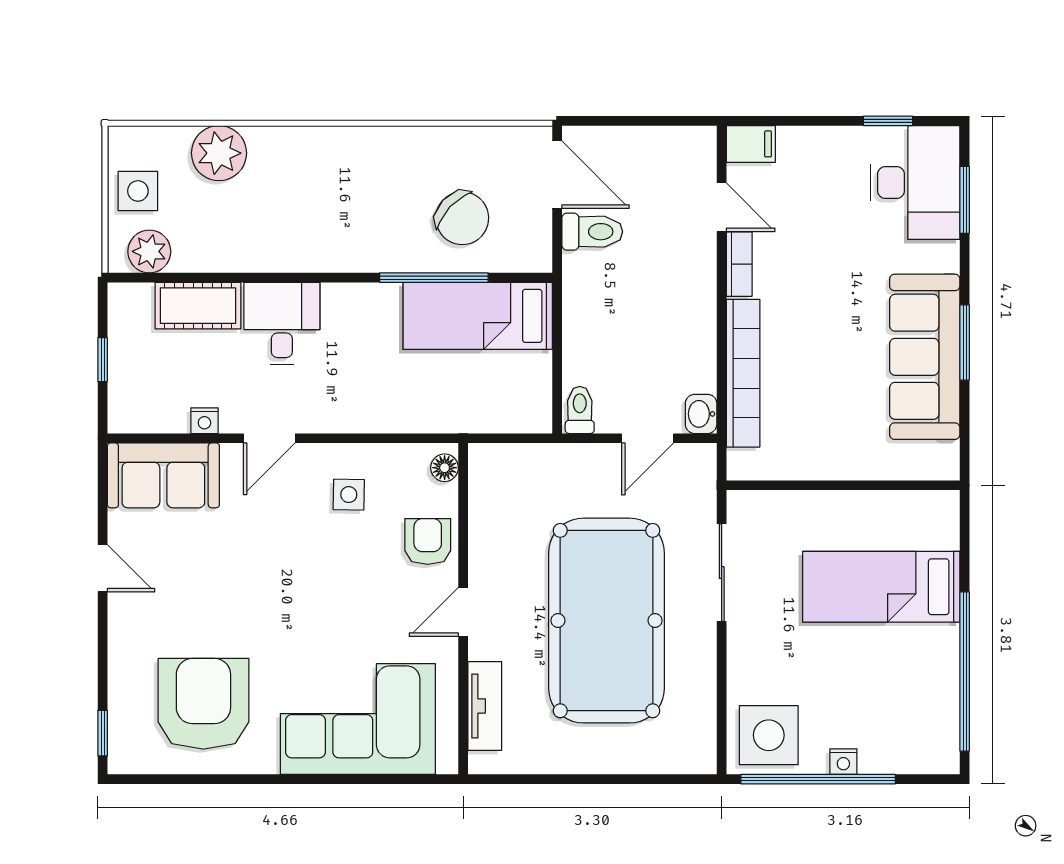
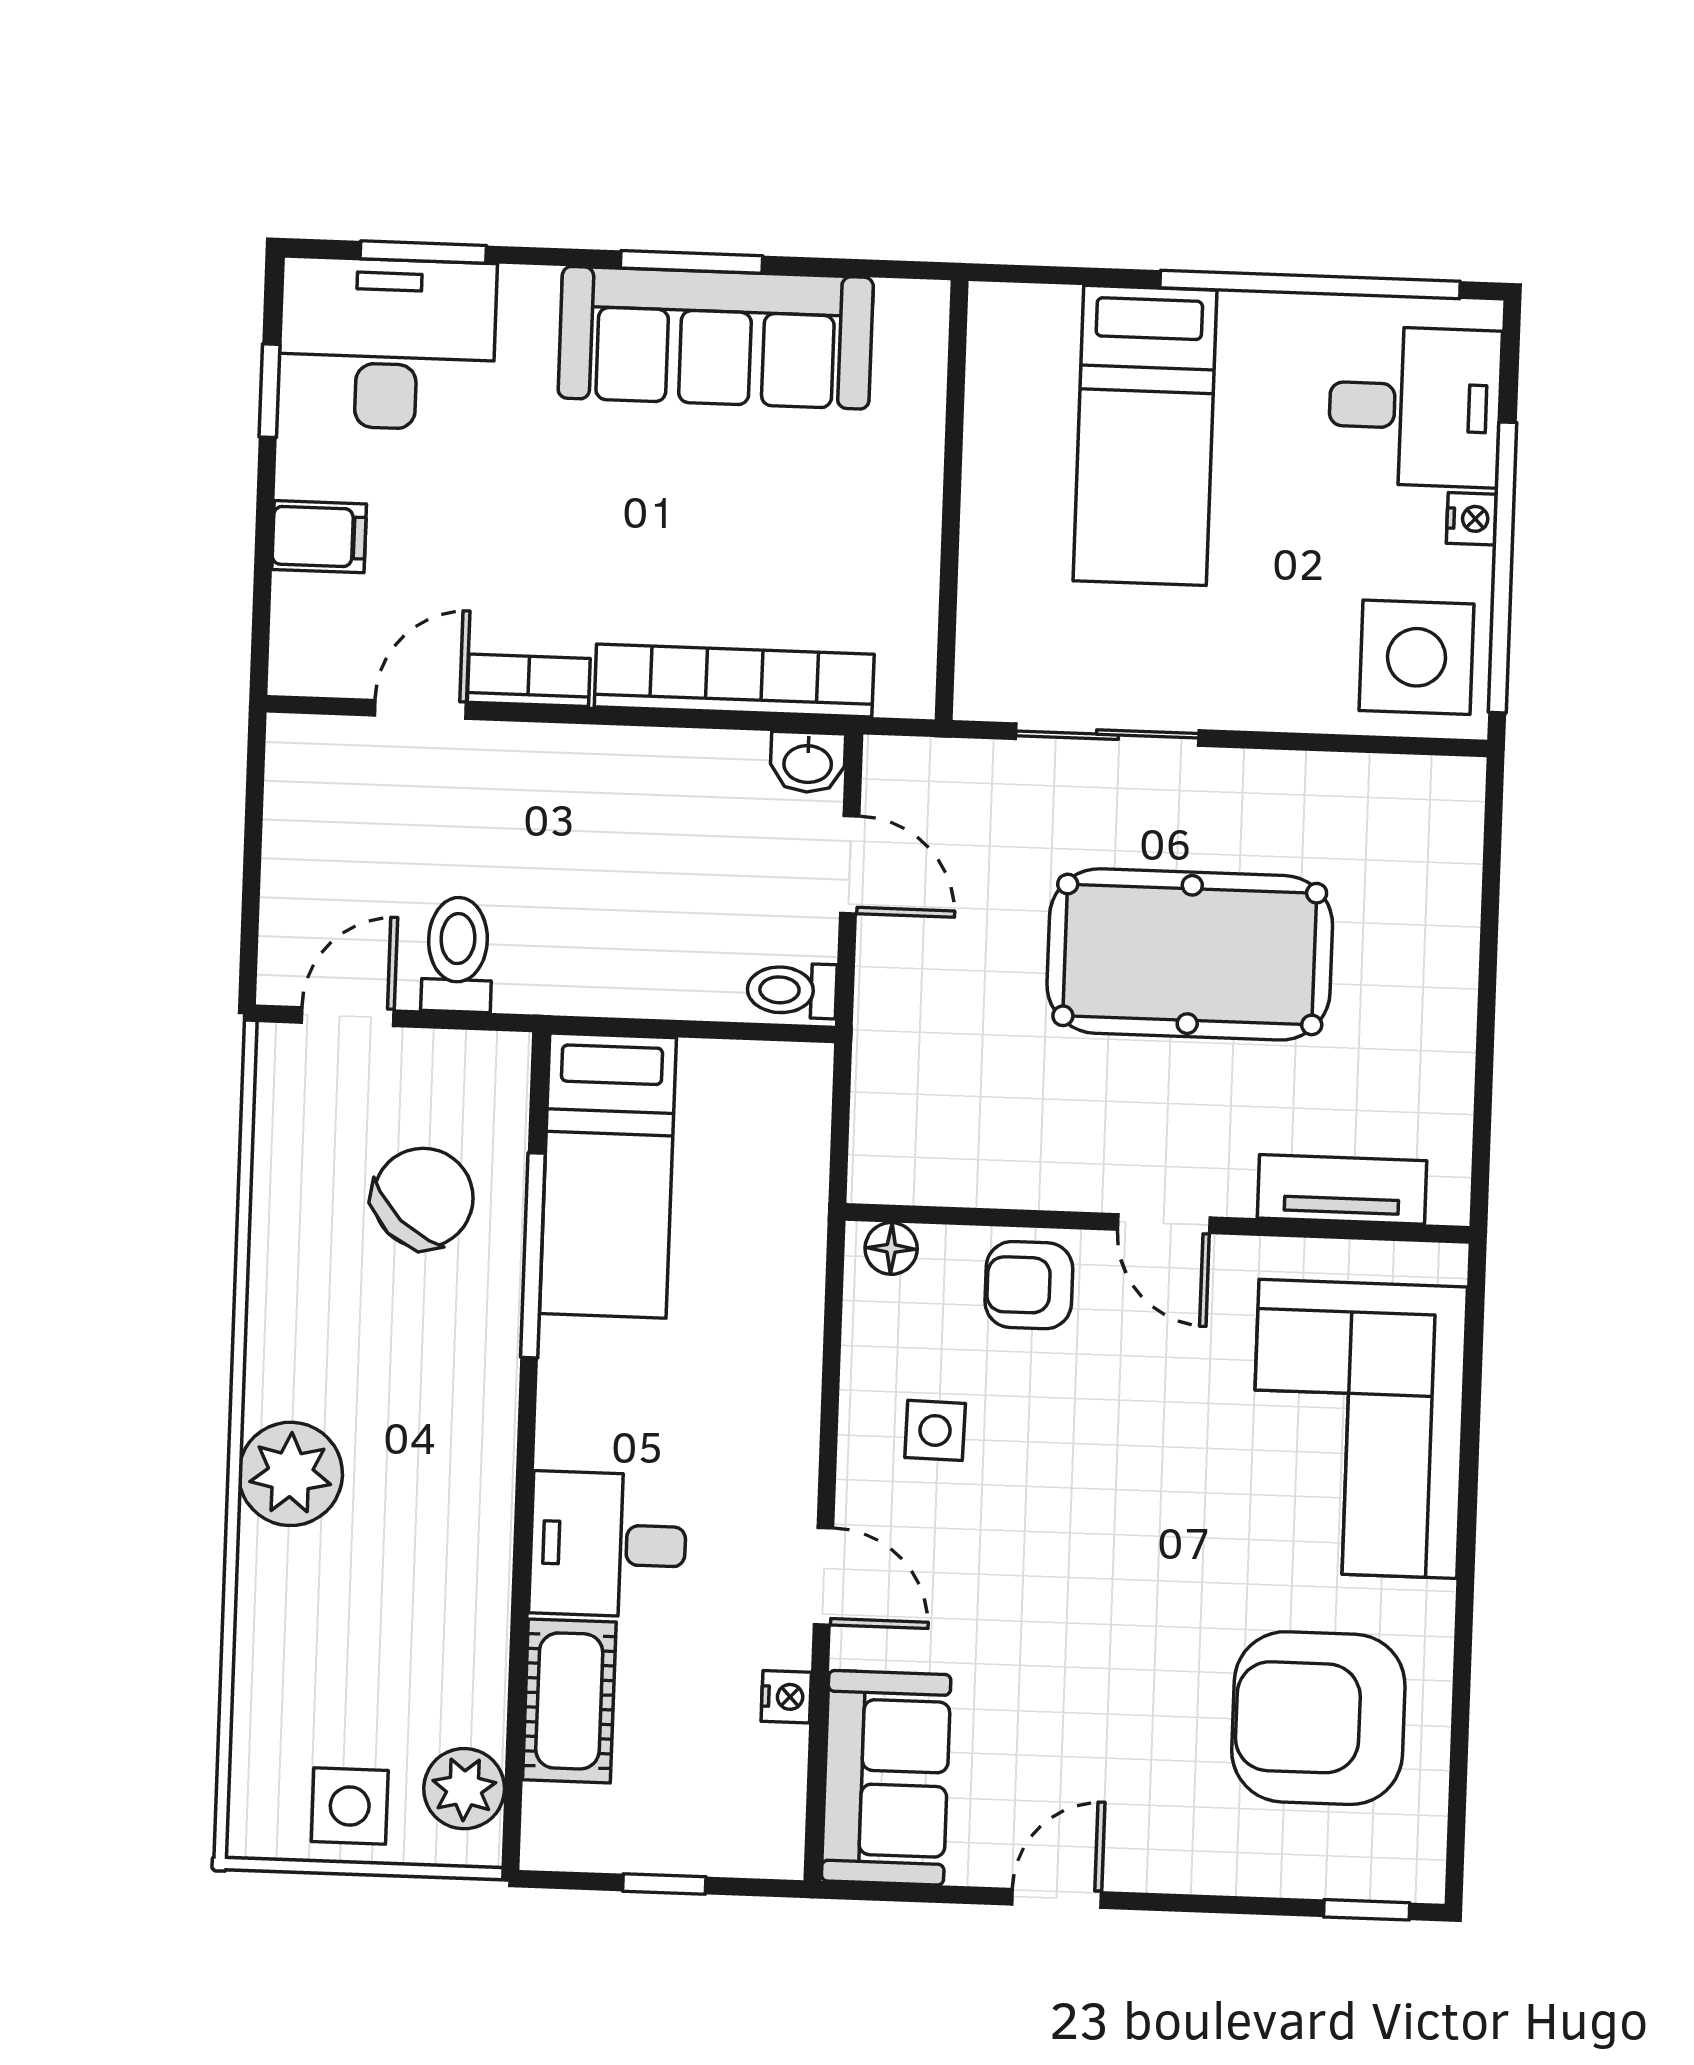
filing cabinet: (751, 144) -> (319, 537), moved, turned 90
plant: (219, 153) -> (291, 1474), moved
door: (557, 175) -> (348, 1017), width x0.73
pool table: (606, 621) -> (1190, 954), width x0.73, depth x0.76
desk: (902, 729) -> (1415, 407), added

